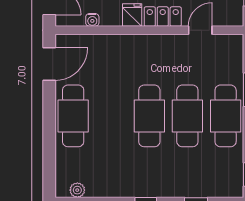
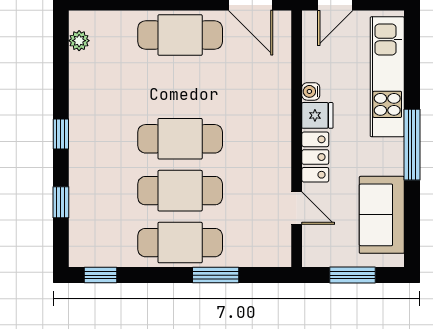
water cooler: (92, 20) -> (311, 91), moved

